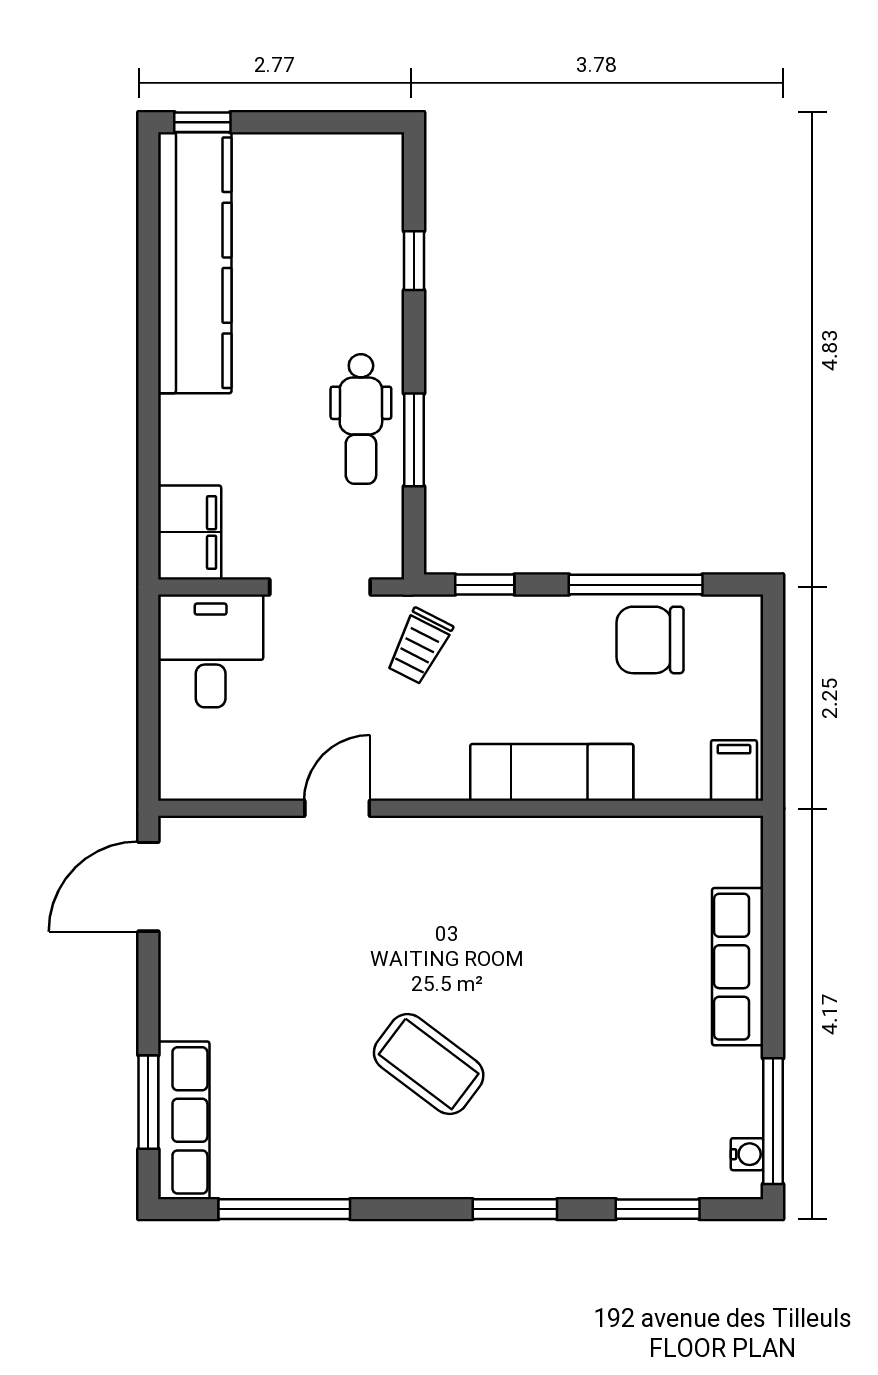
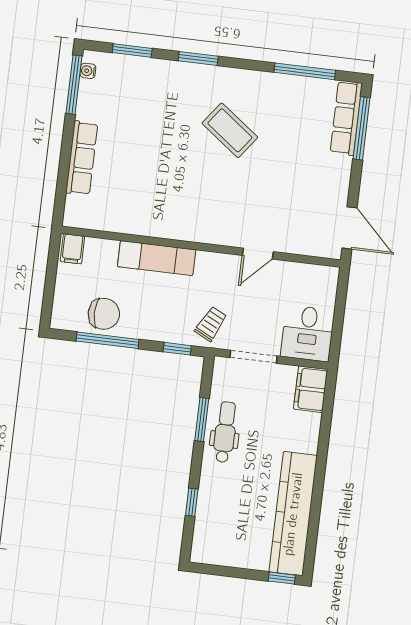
door: (148, 887) -> (349, 228), hinge flipped
window: (148, 1102) -> (361, 128), width x1.44

